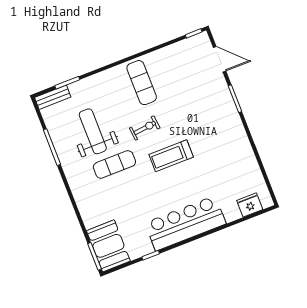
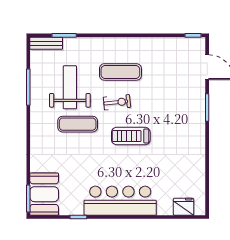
exercise mat: (142, 83) -> (120, 72), moved, turned 90

